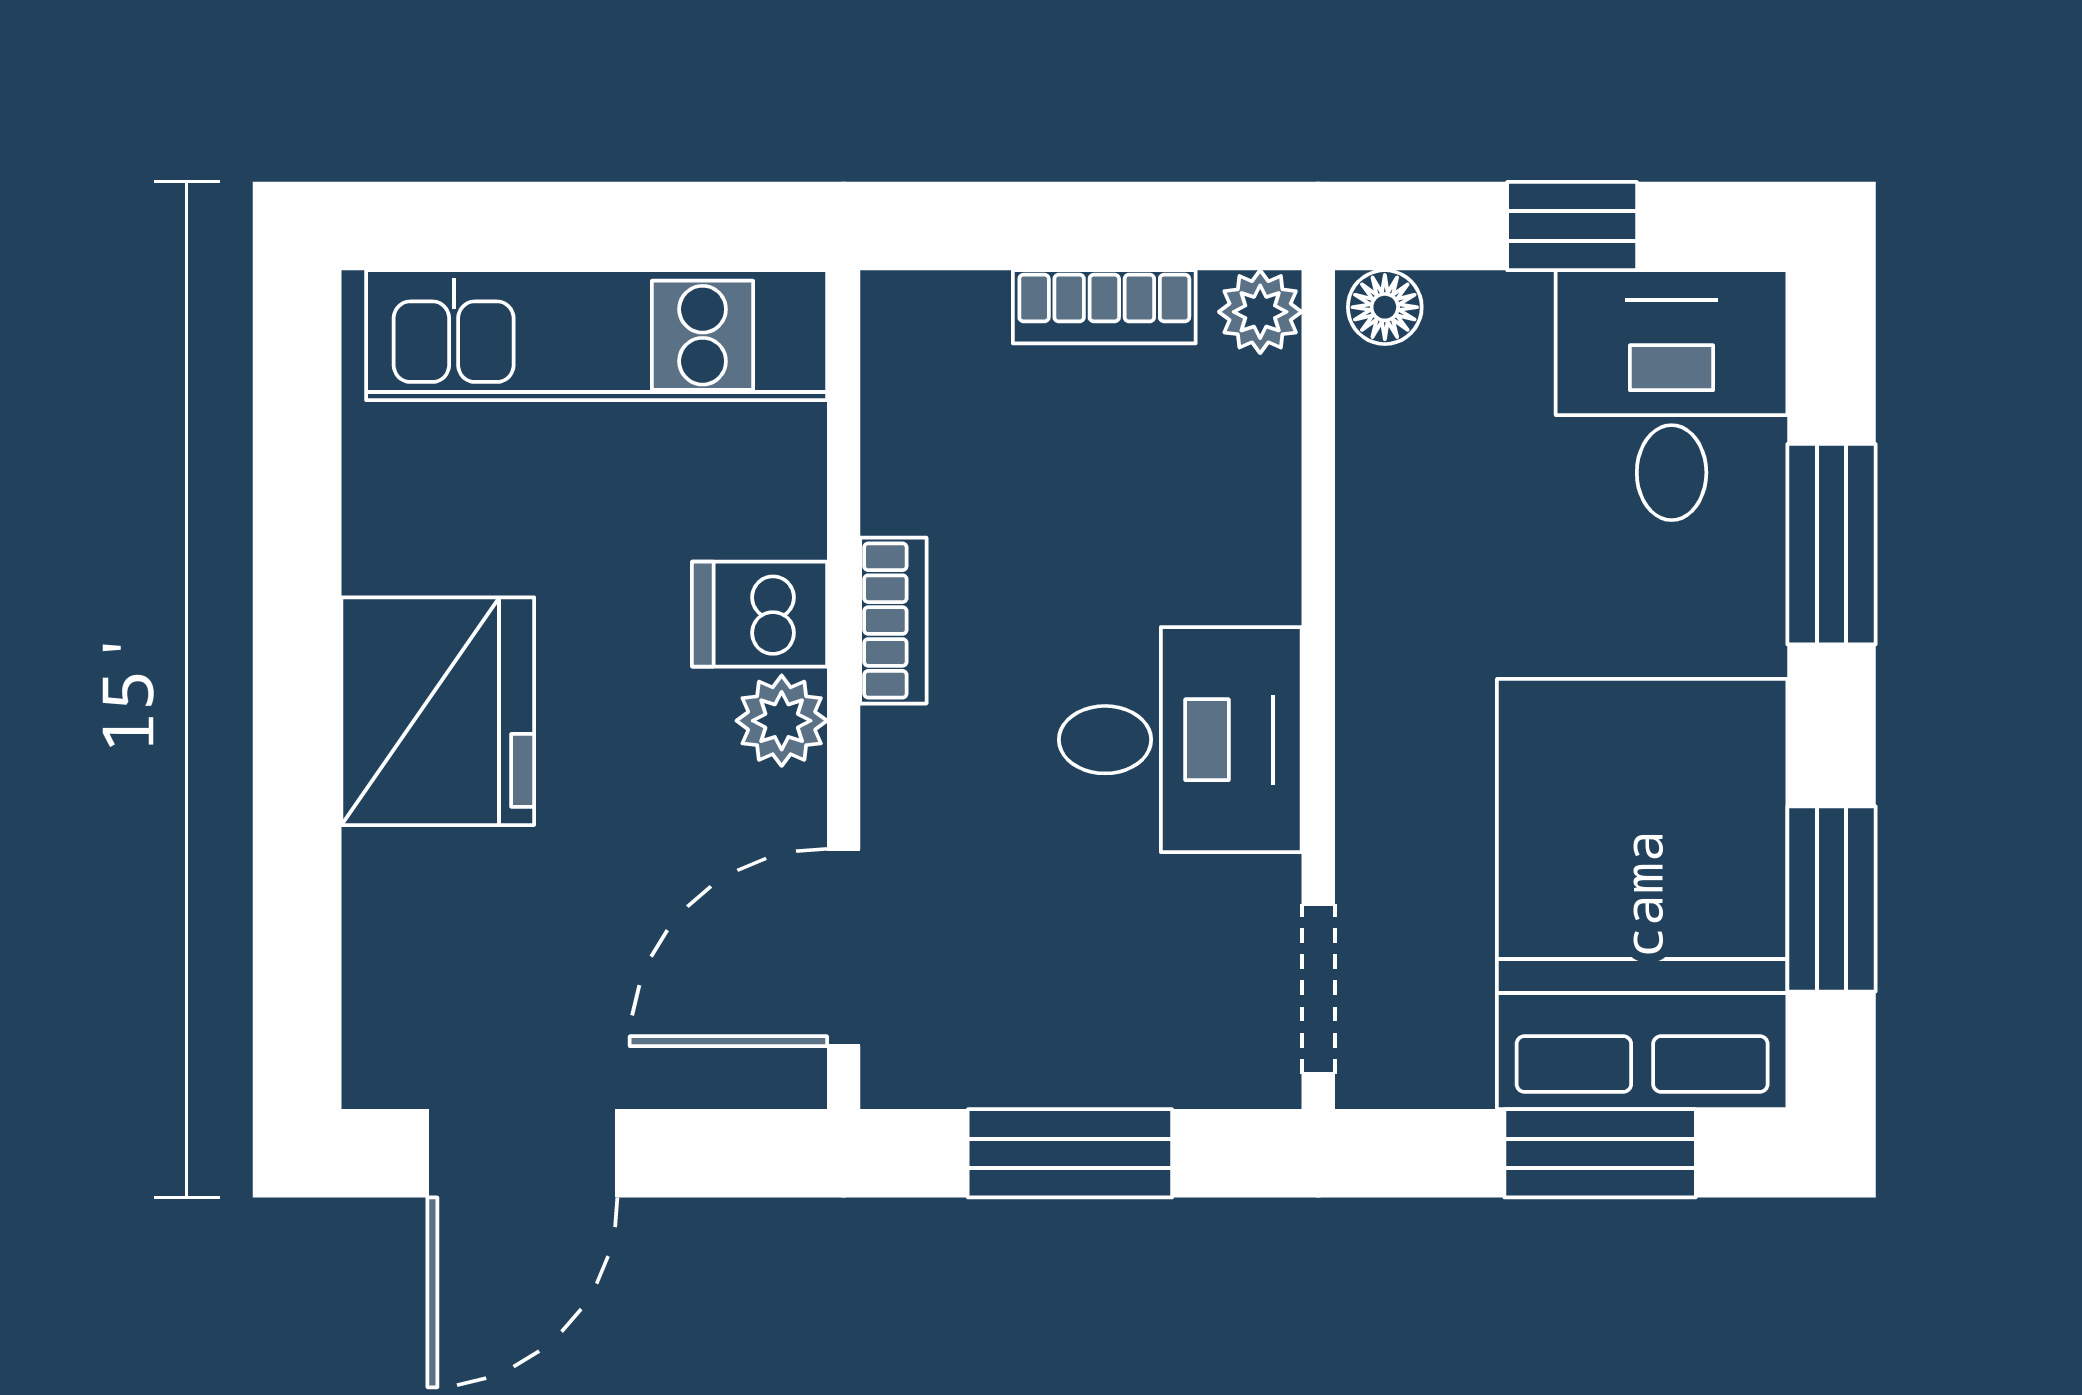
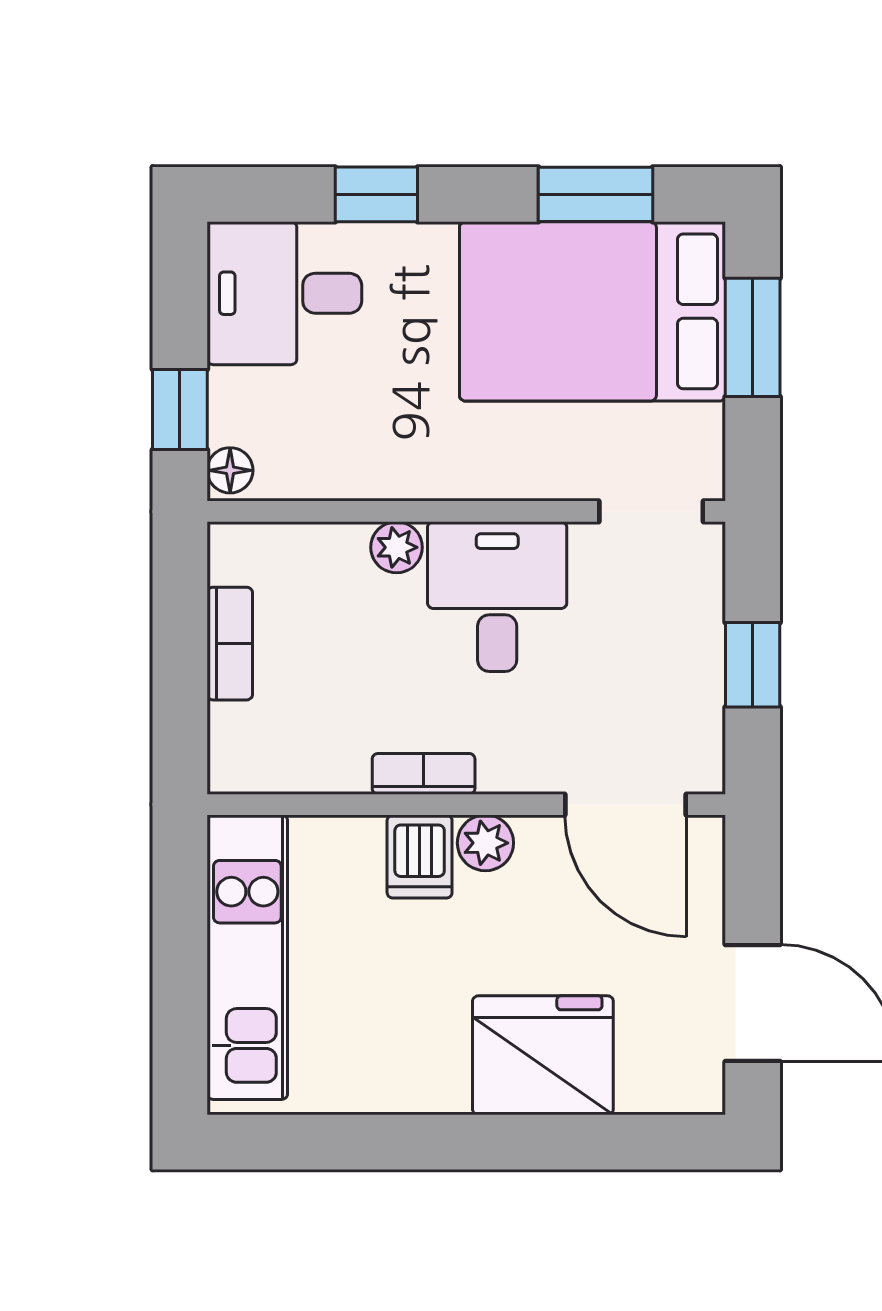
window: (1572, 226) -> (180, 409), moved
plant: (1260, 312) -> (397, 547), moved
window: (1832, 544) -> (376, 194), width x0.67
fridge: (438, 711) -> (543, 1055), moved
window: (1070, 1153) -> (753, 665), width x0.67

